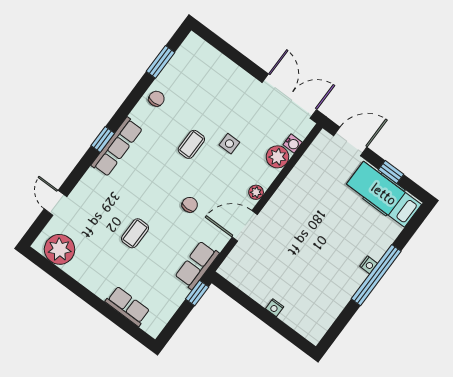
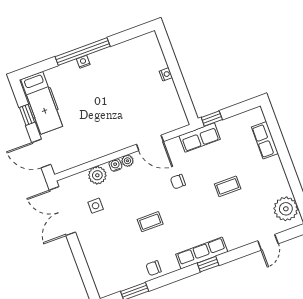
side table: (229, 144) -> (96, 206), moved
water cooler: (293, 144) -> (115, 165), moved

